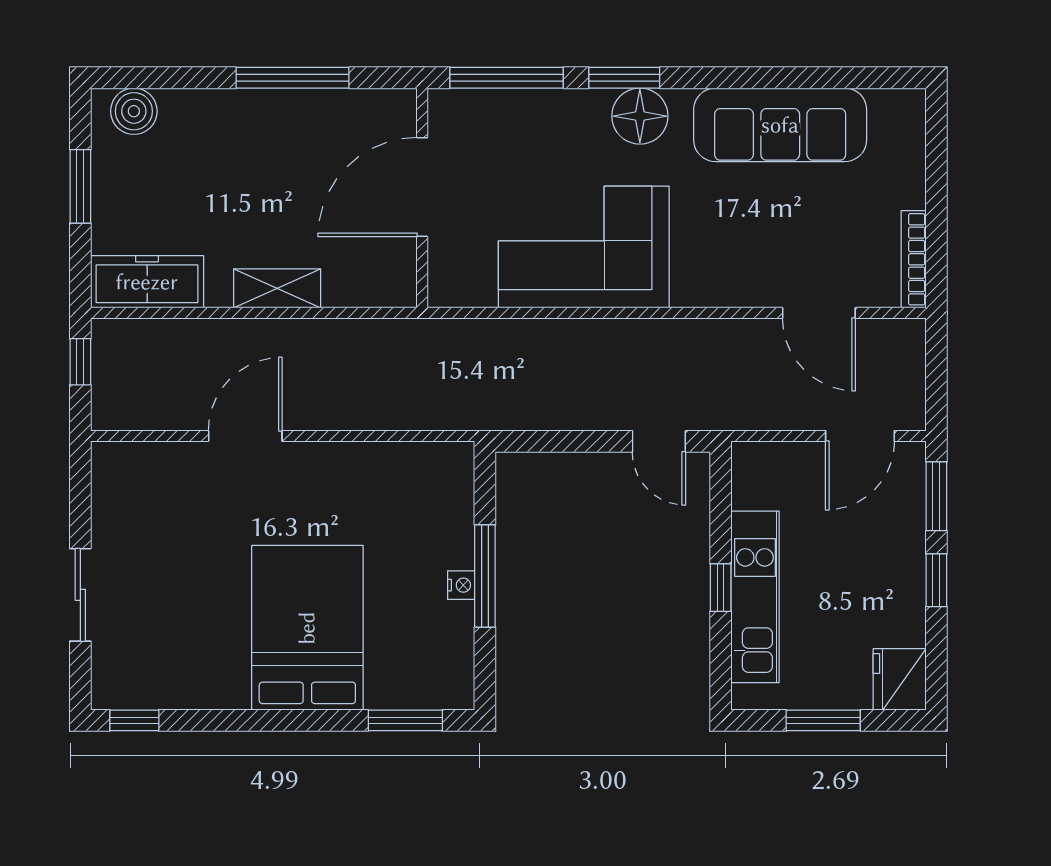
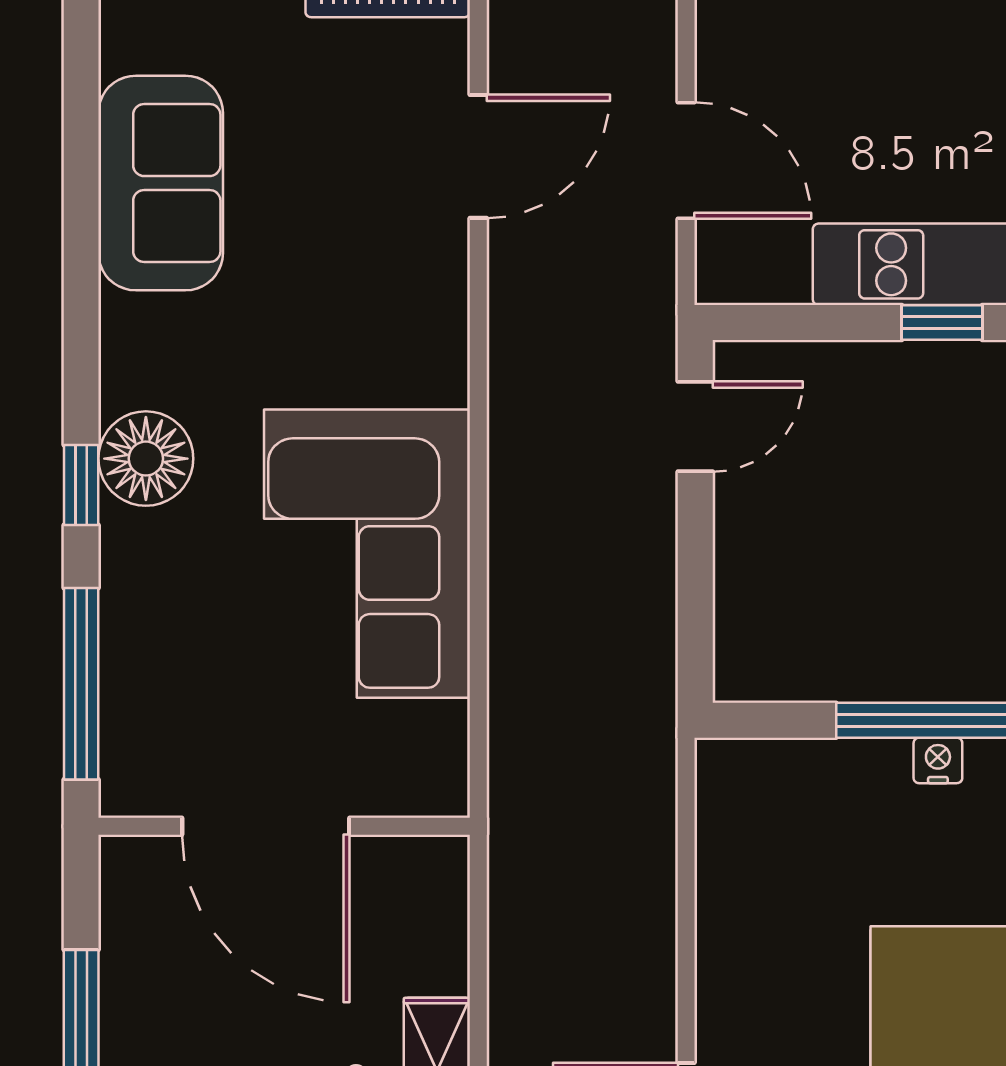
window: (624, 78) -> (81, 485), width x0.67
sofa: (780, 125) -> (161, 183), width x0.73
door: (860, 436) -> (686, 160), moved

